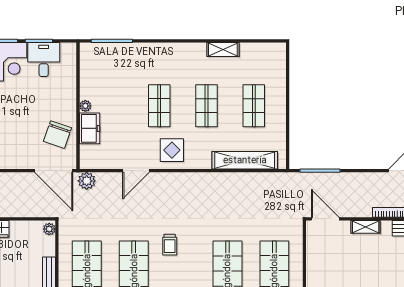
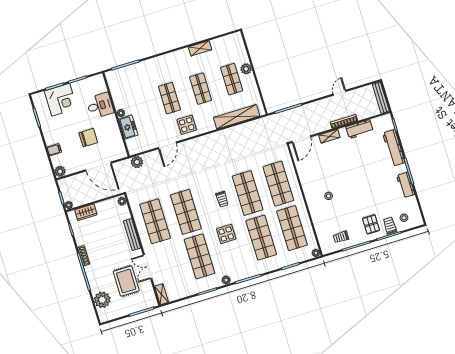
desk: (44, 59) -> (100, 106), moved, turned 90
plant: (278, 98) -> (246, 69), added
chair: (58, 135) -> (88, 138), moved, turned -109
door: (54, 171) -> (98, 166), moved
door: (325, 219) -> (301, 139), swing flipped
trolley: (170, 245) -> (222, 199), moved

